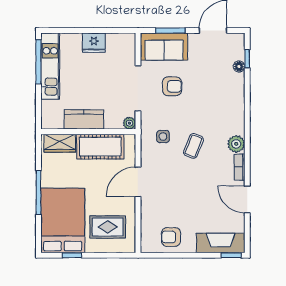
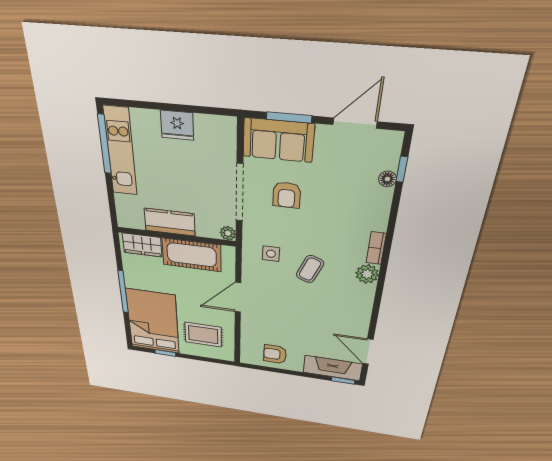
armchair: (172, 86) -> (287, 195), turned 90
bookcase: (239, 167) -> (376, 248), moved
door: (247, 199) -> (368, 352), moved

